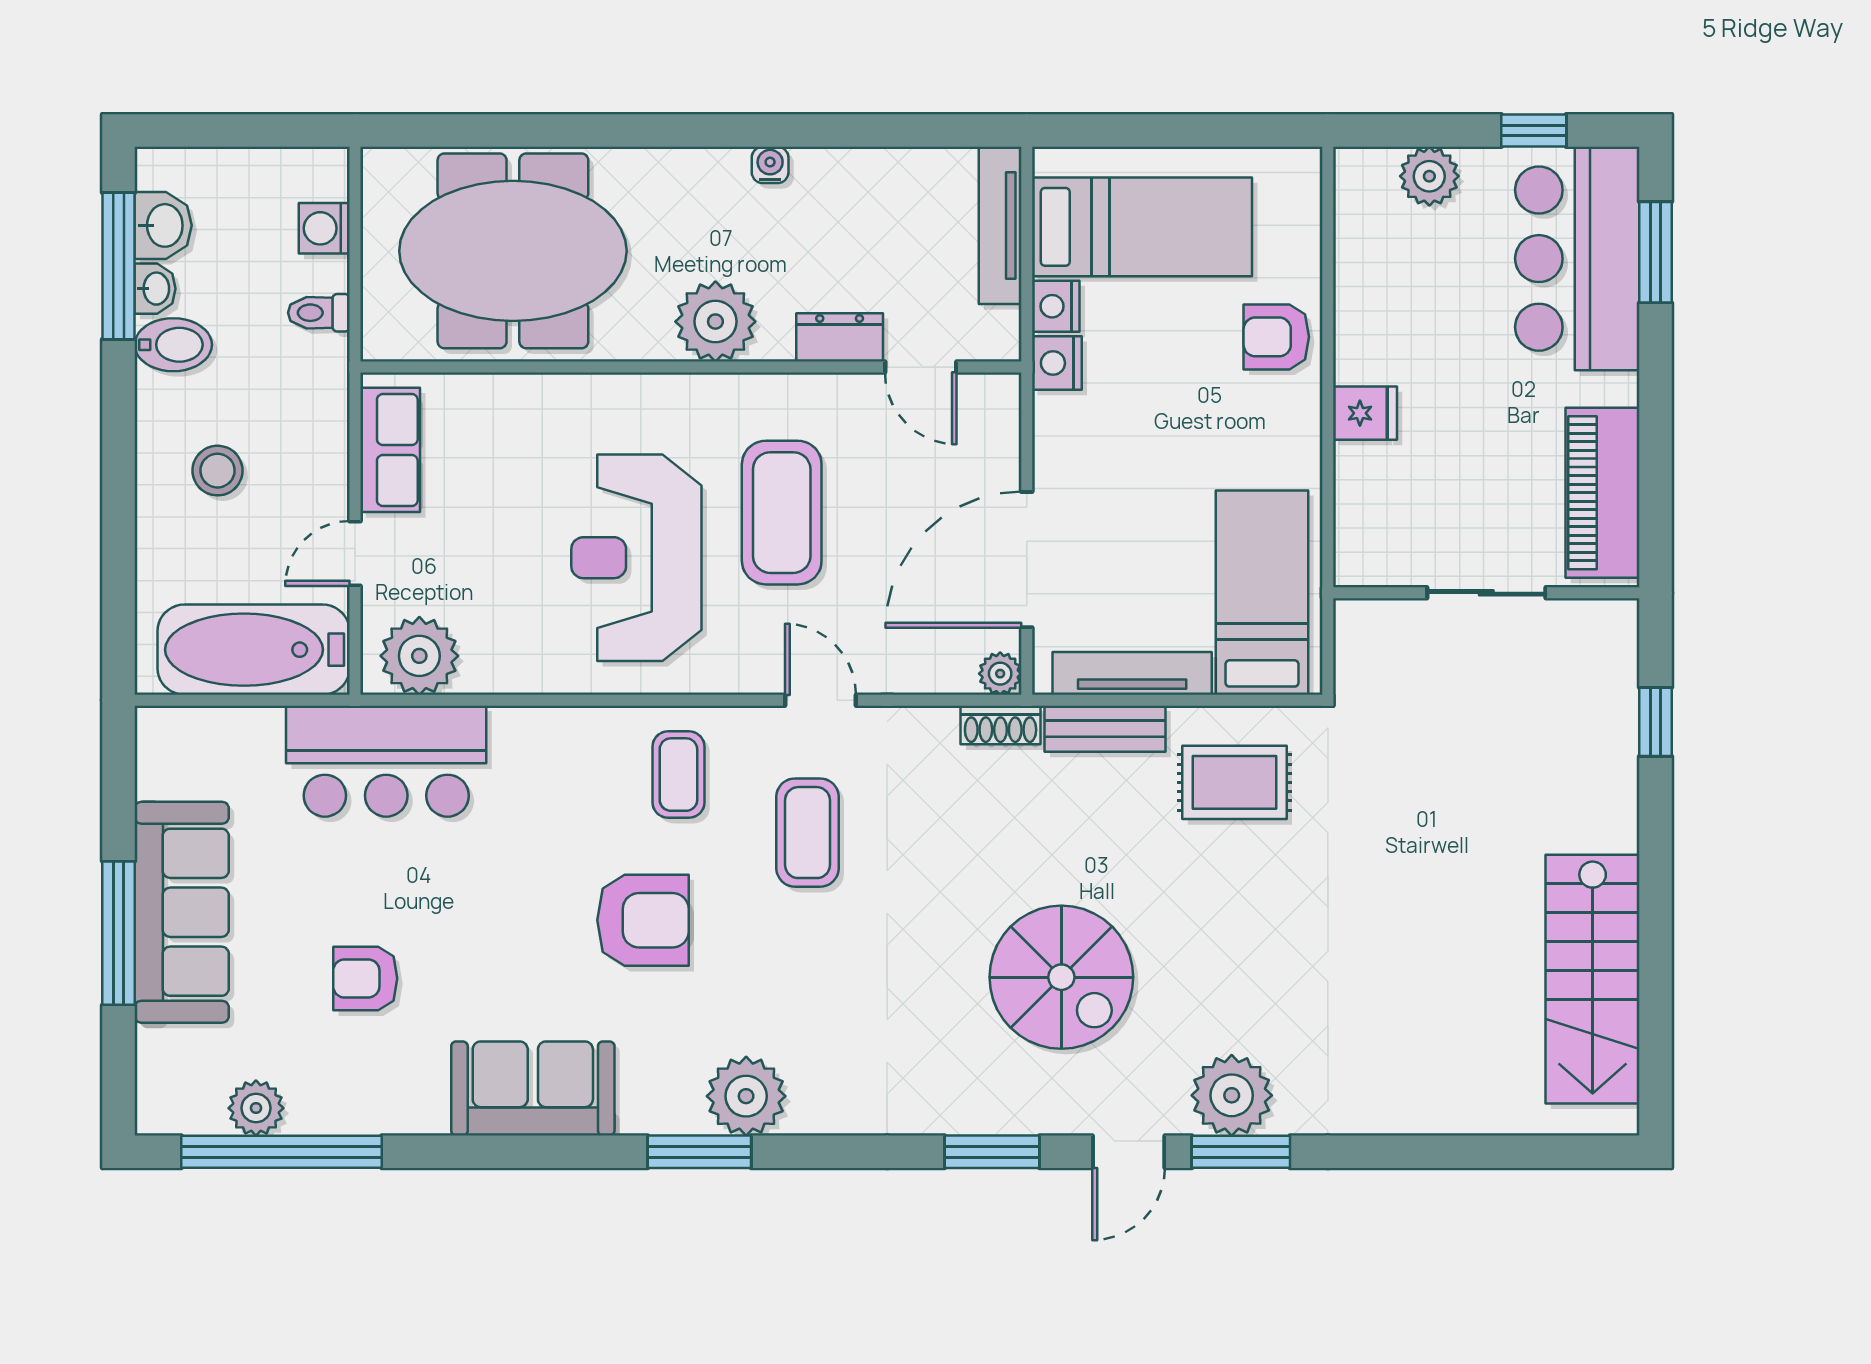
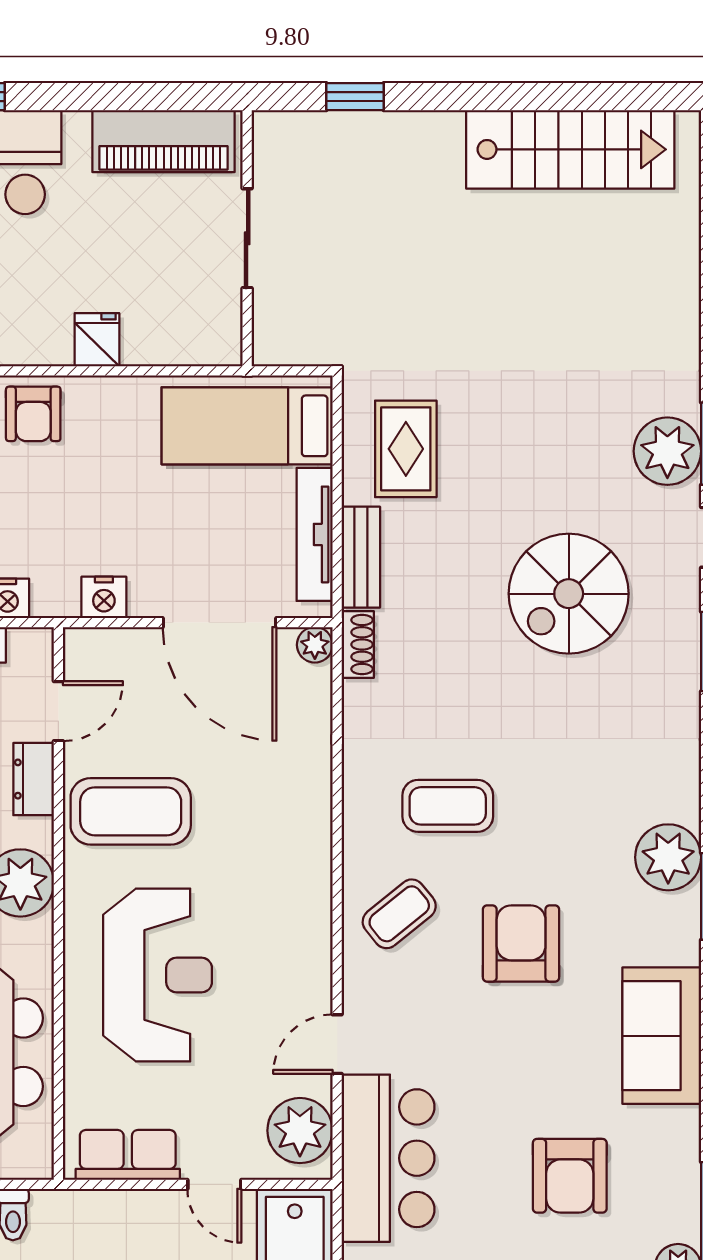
nightstand: (1057, 363) -> (104, 597), moved
coffee table: (782, 513) -> (131, 811), moved
reception desk: (636, 558) -> (158, 975), moved, turned -90
door: (821, 700) -> (337, 1044), moved
coffee table: (678, 775) -> (399, 914), turned -39
spiral stairs: (1061, 977) -> (569, 594), turned 180
armchair: (365, 978) -> (570, 1176), width x1.38, depth x1.38

